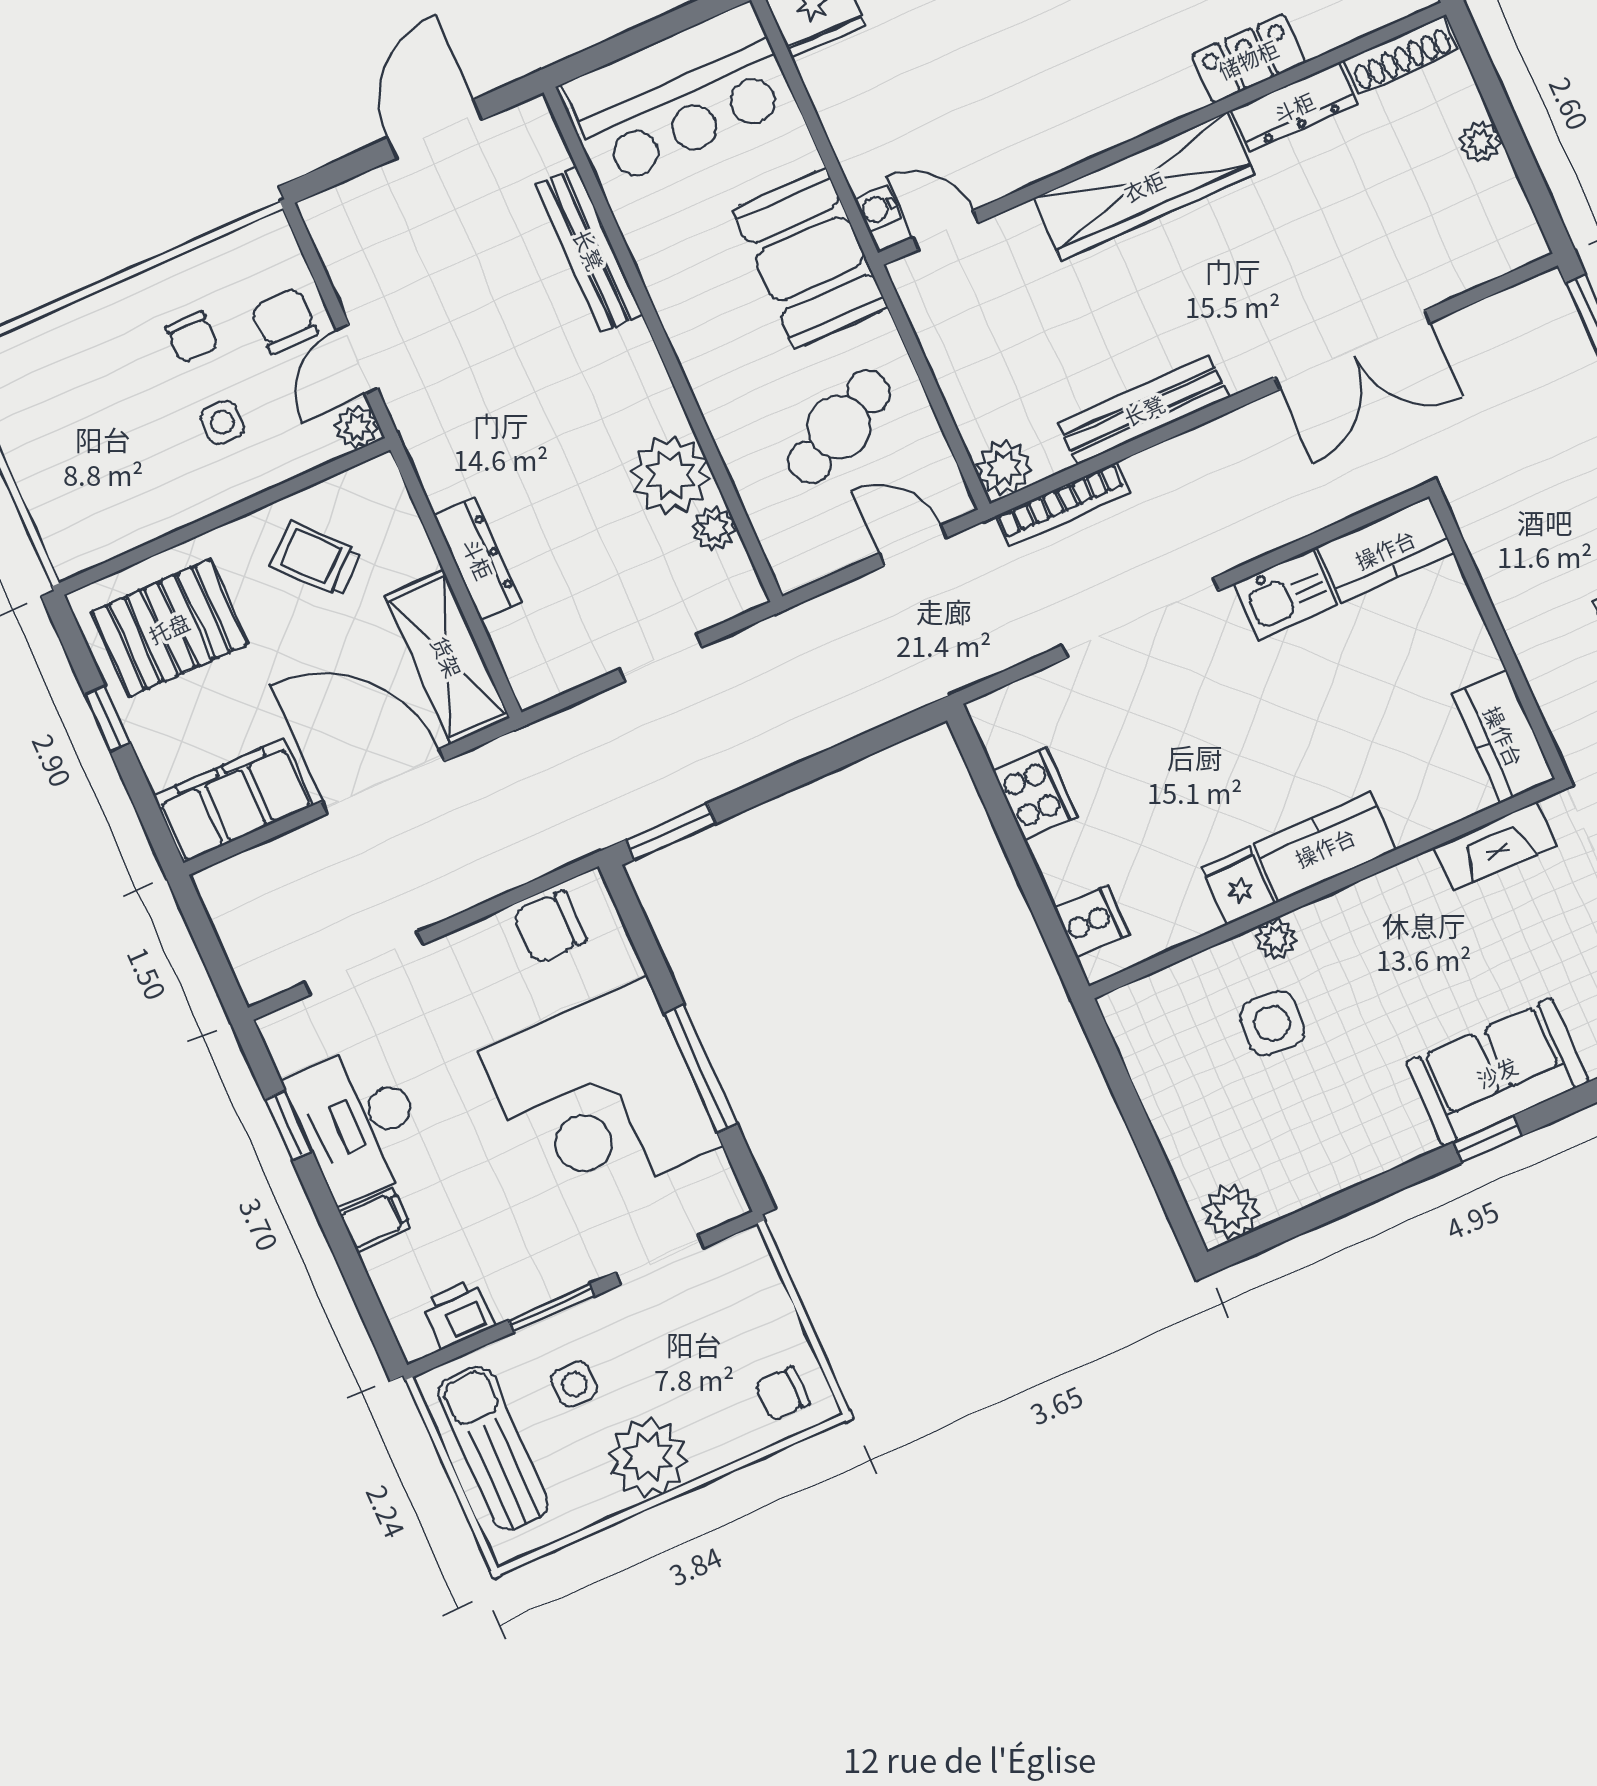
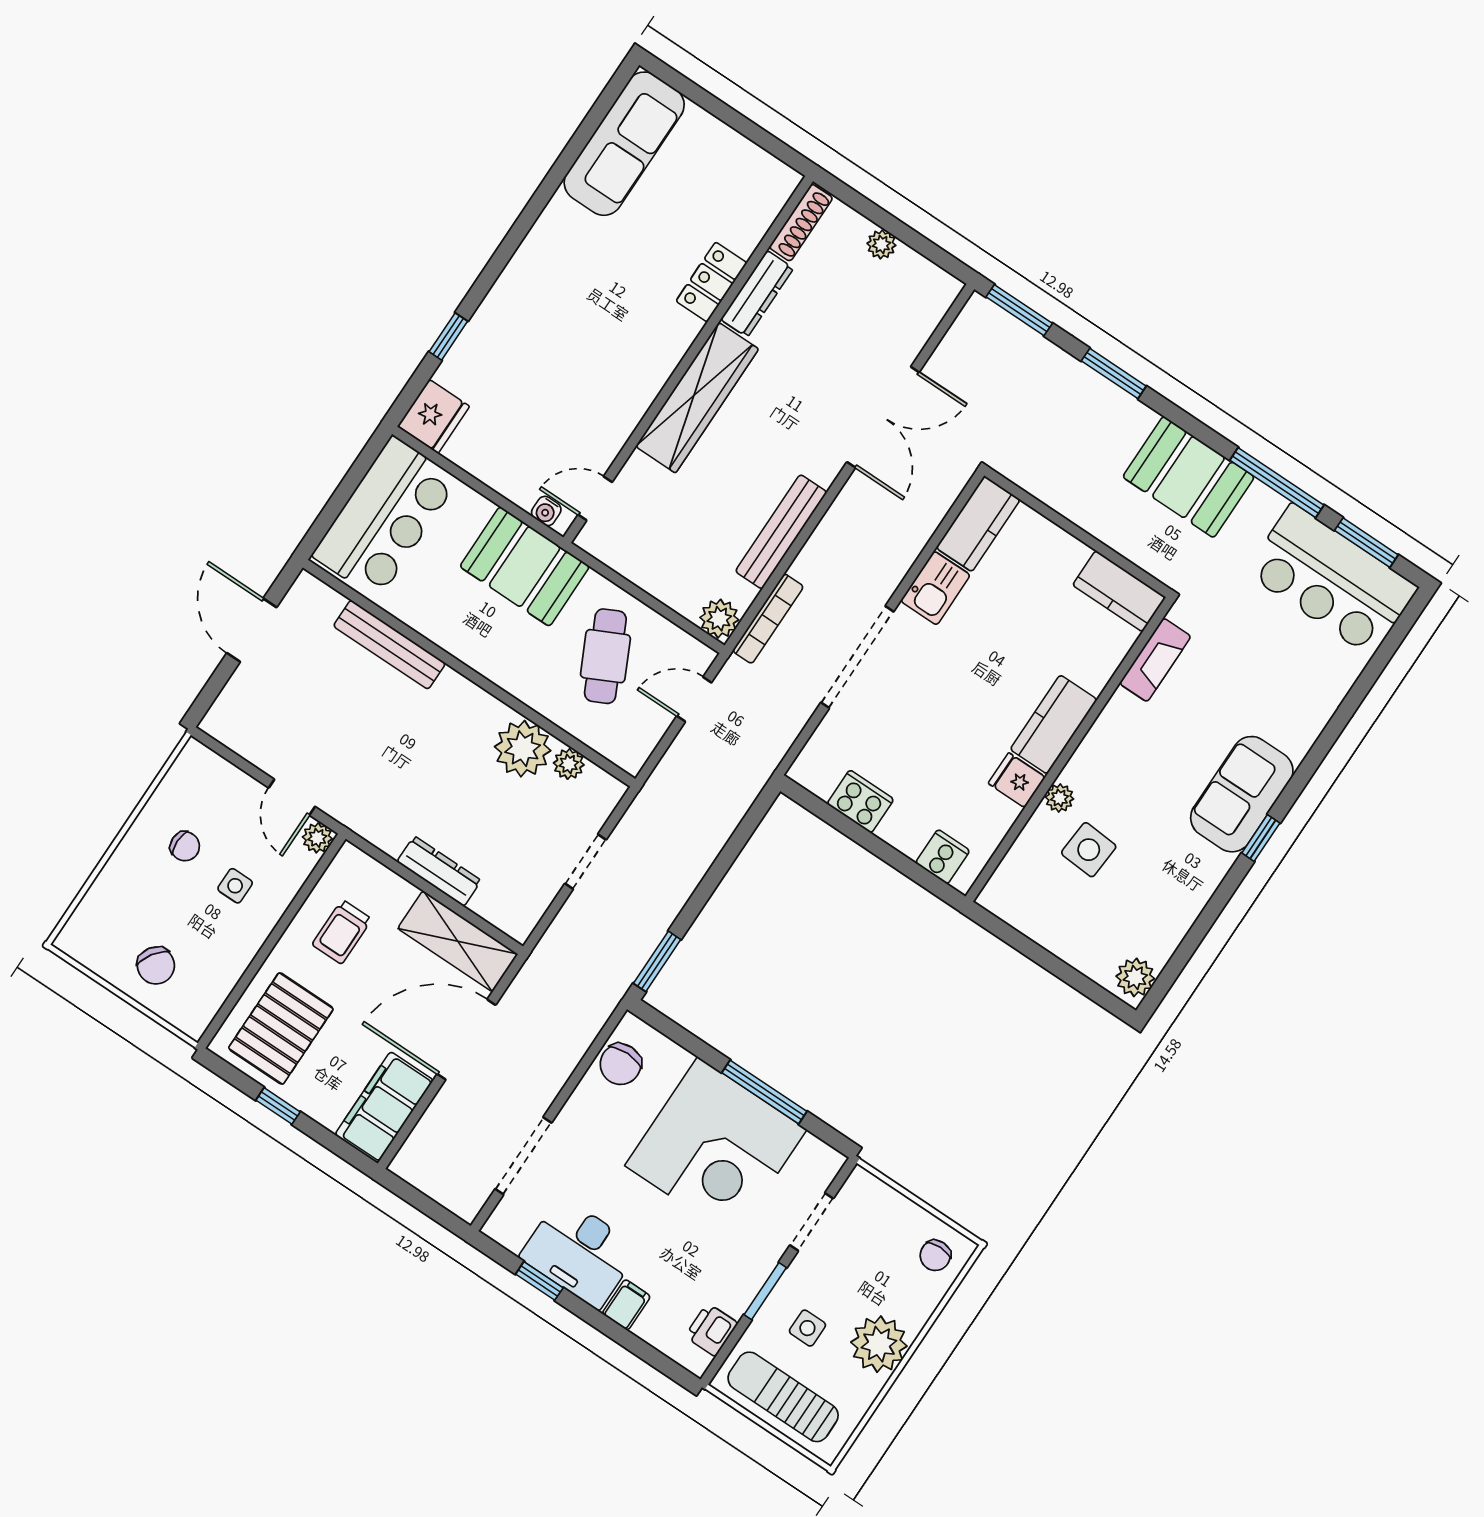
chair: (284, 321) -> (156, 965), moved, turned -146
trolley: (315, 558) -> (342, 932), turned -48

